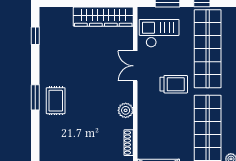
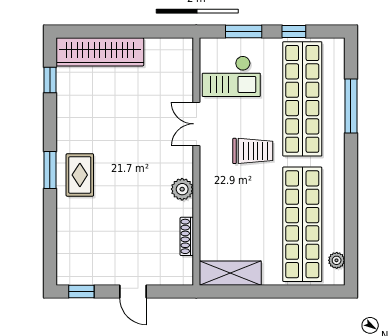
wardrobe: (103, 17) -> (100, 52), moved
checkout: (159, 33) -> (231, 76), turned 180

